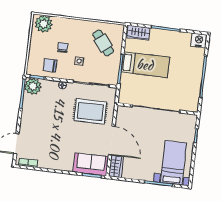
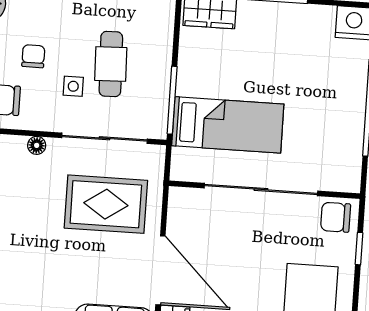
cafe table: (103, 43) -> (111, 64), moved, turned 37
bed: (145, 65) -> (228, 125), moved
chair: (187, 122) -> (336, 217), added

